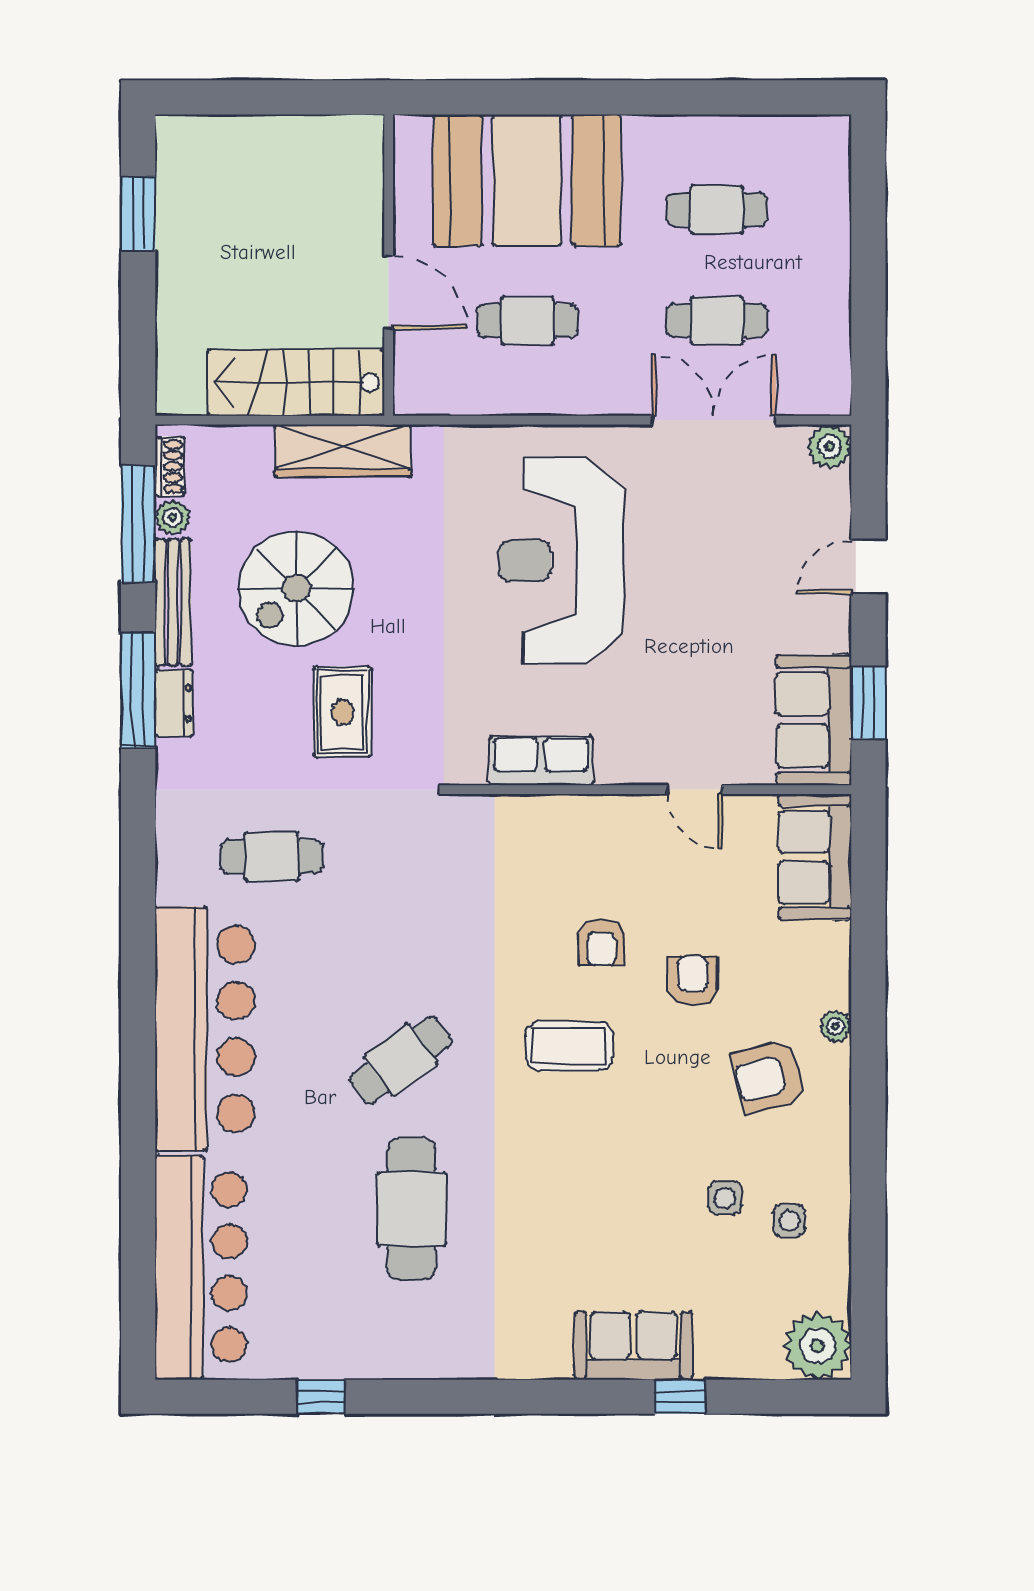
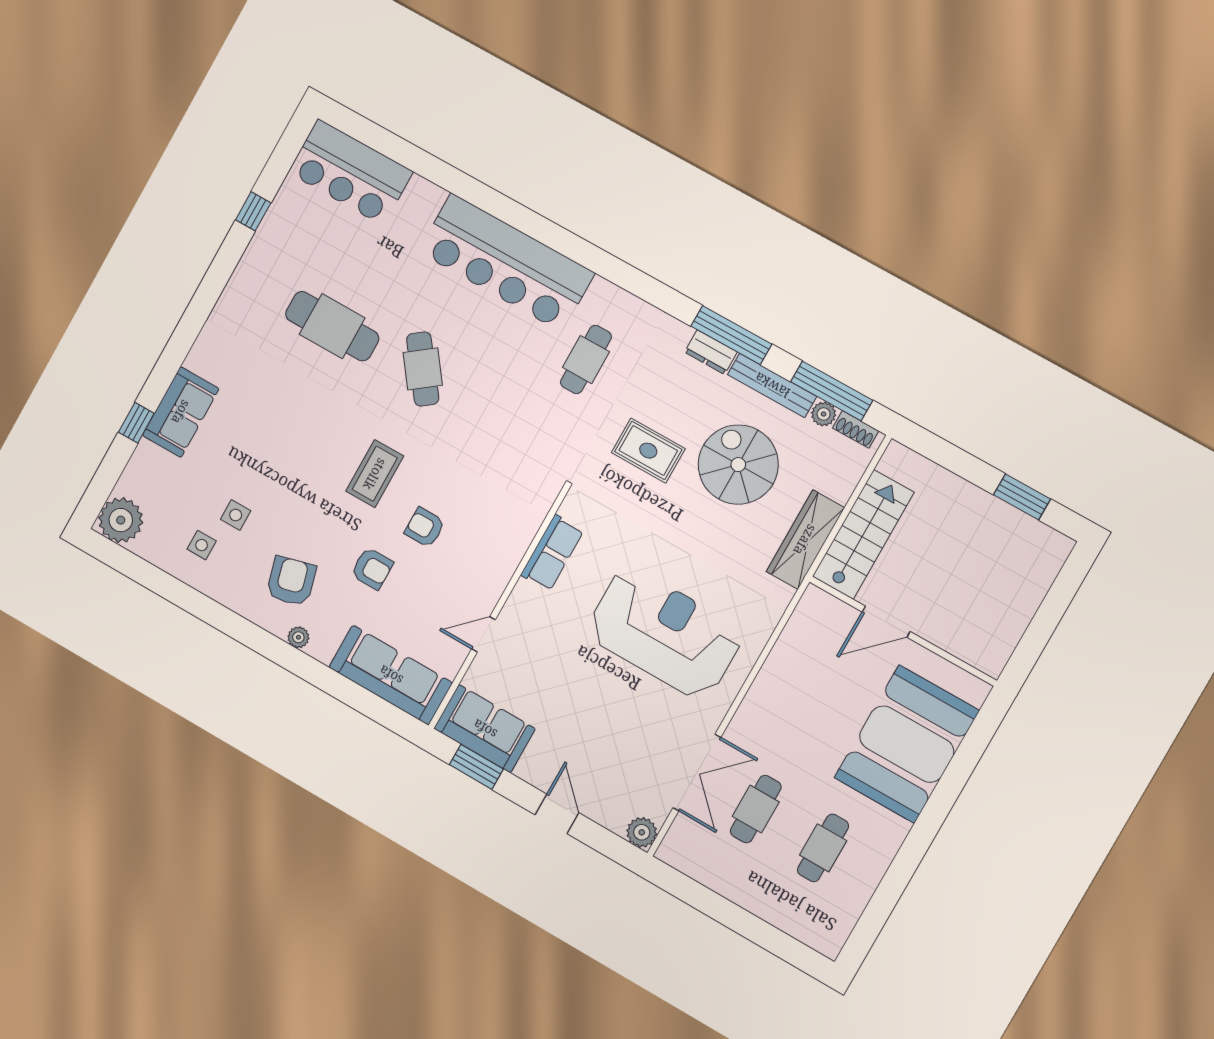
cafe table: (528, 321) -> (821, 696), removed
sofa: (815, 857) -> (391, 675), width x1.36
bar counter: (201, 1267) -> (350, 172), width x0.73

